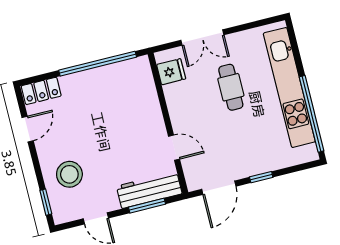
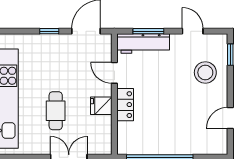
fridge: (171, 72) -> (101, 106), moved
locker: (41, 91) -> (125, 105), moved, turned 90

